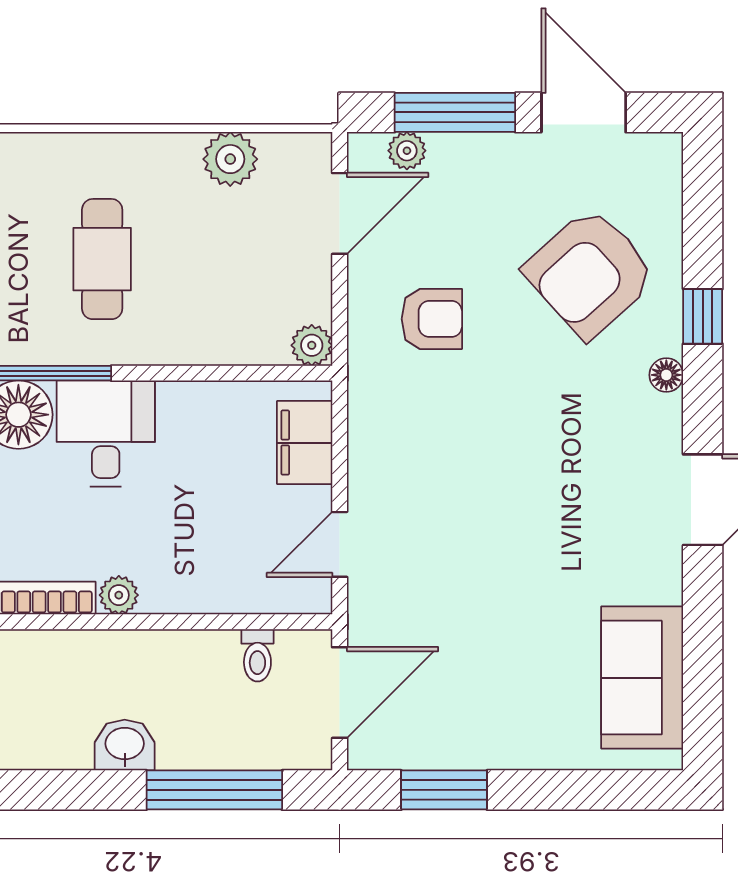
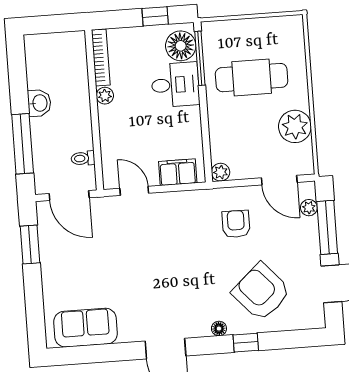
plant: (230, 159) -> (295, 126), width x1.36, depth x1.36
cafe table: (102, 259) -> (252, 78), width x1.37, depth x1.35
armchair: (432, 319) -> (236, 224), turned 180

